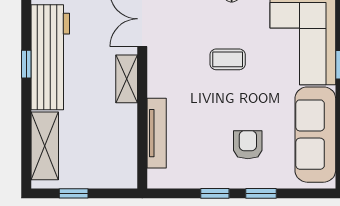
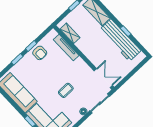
shelving: (127, 79) -> (70, 33), moved
armchair: (248, 145) -> (40, 53), moved

